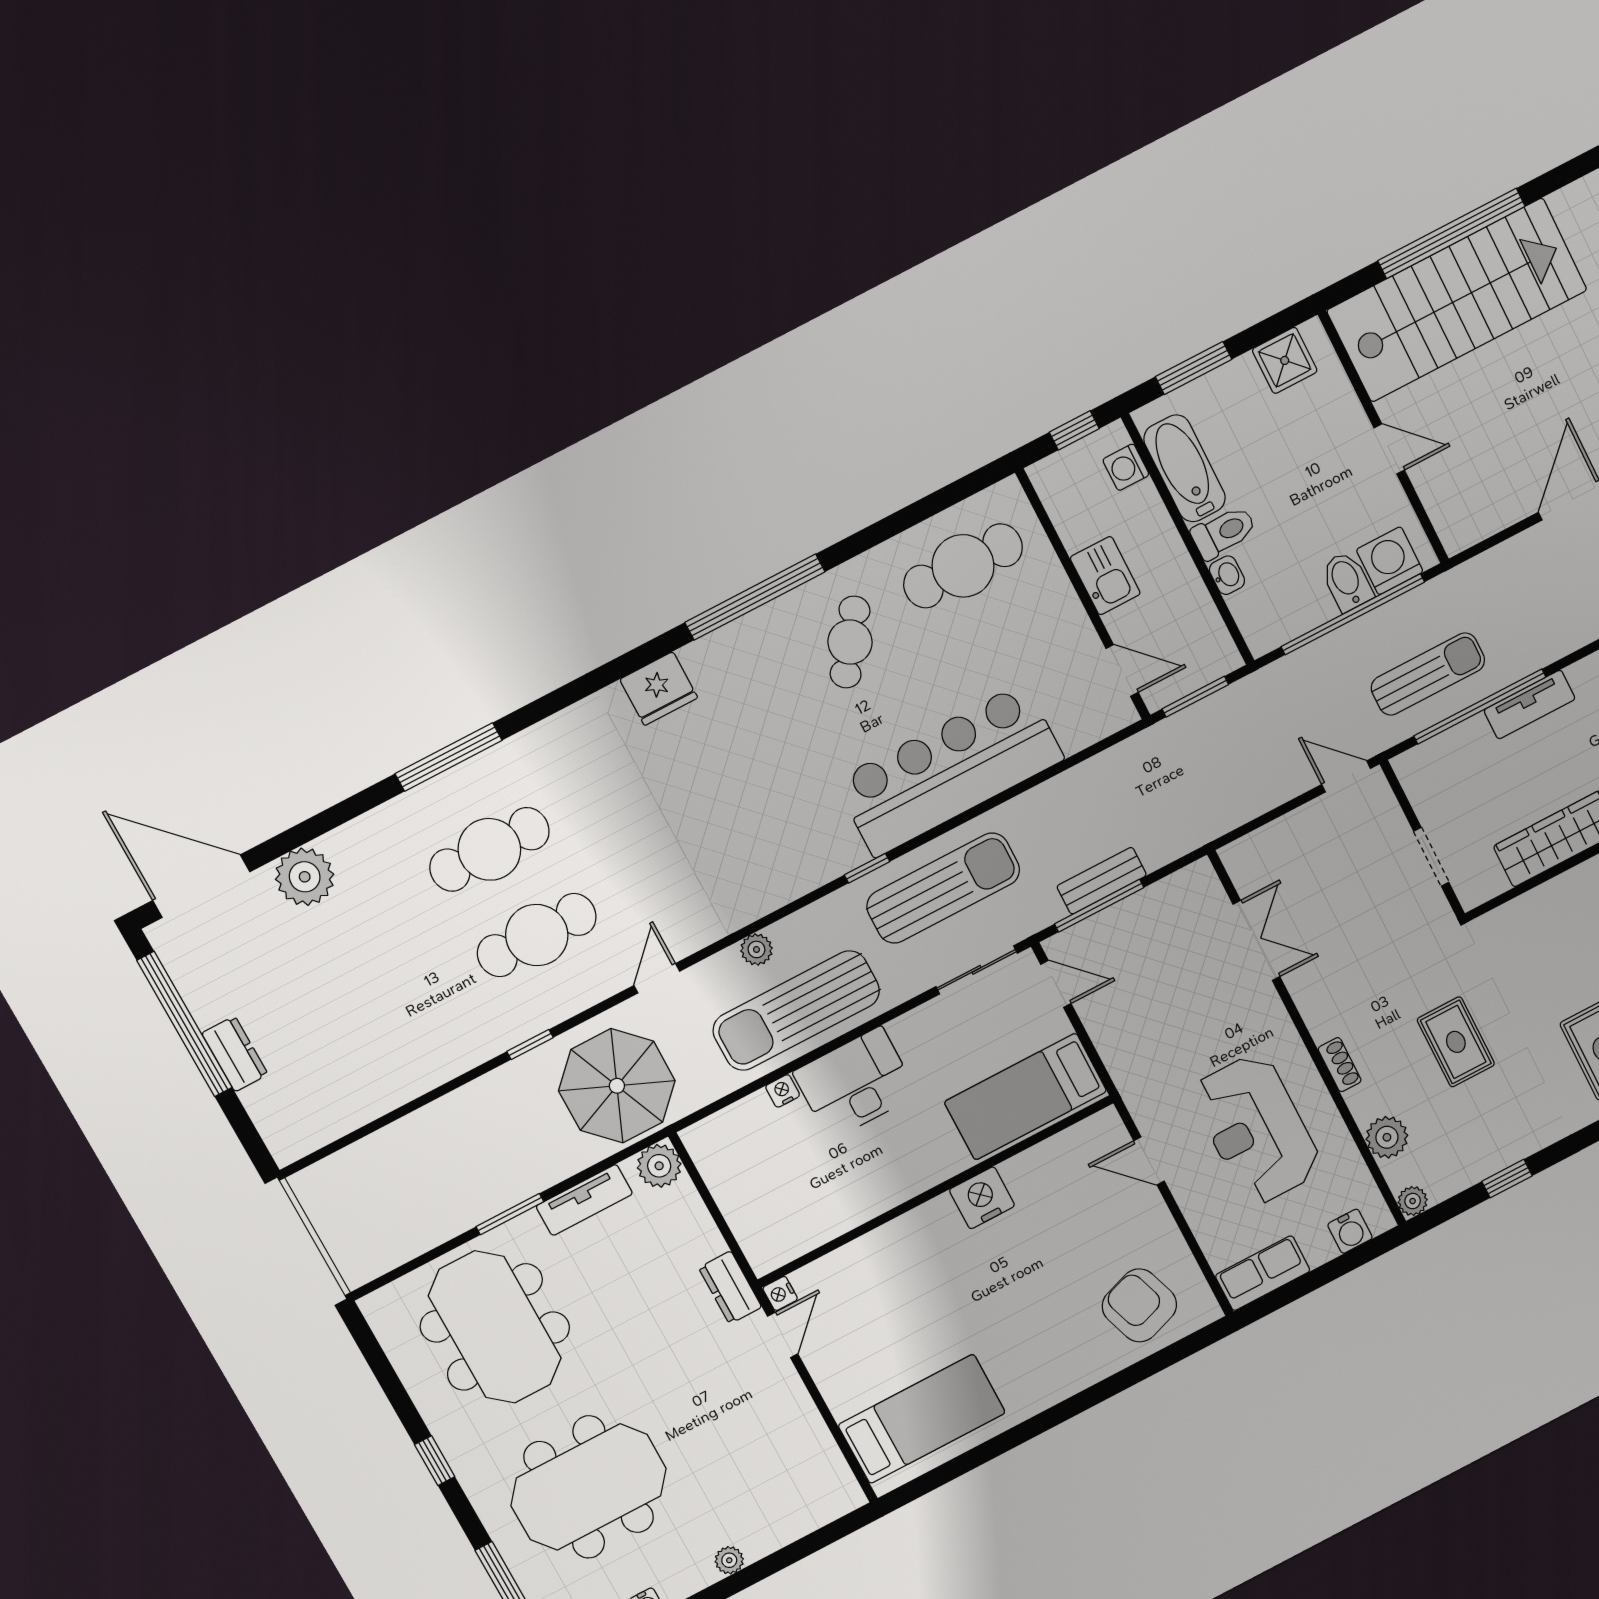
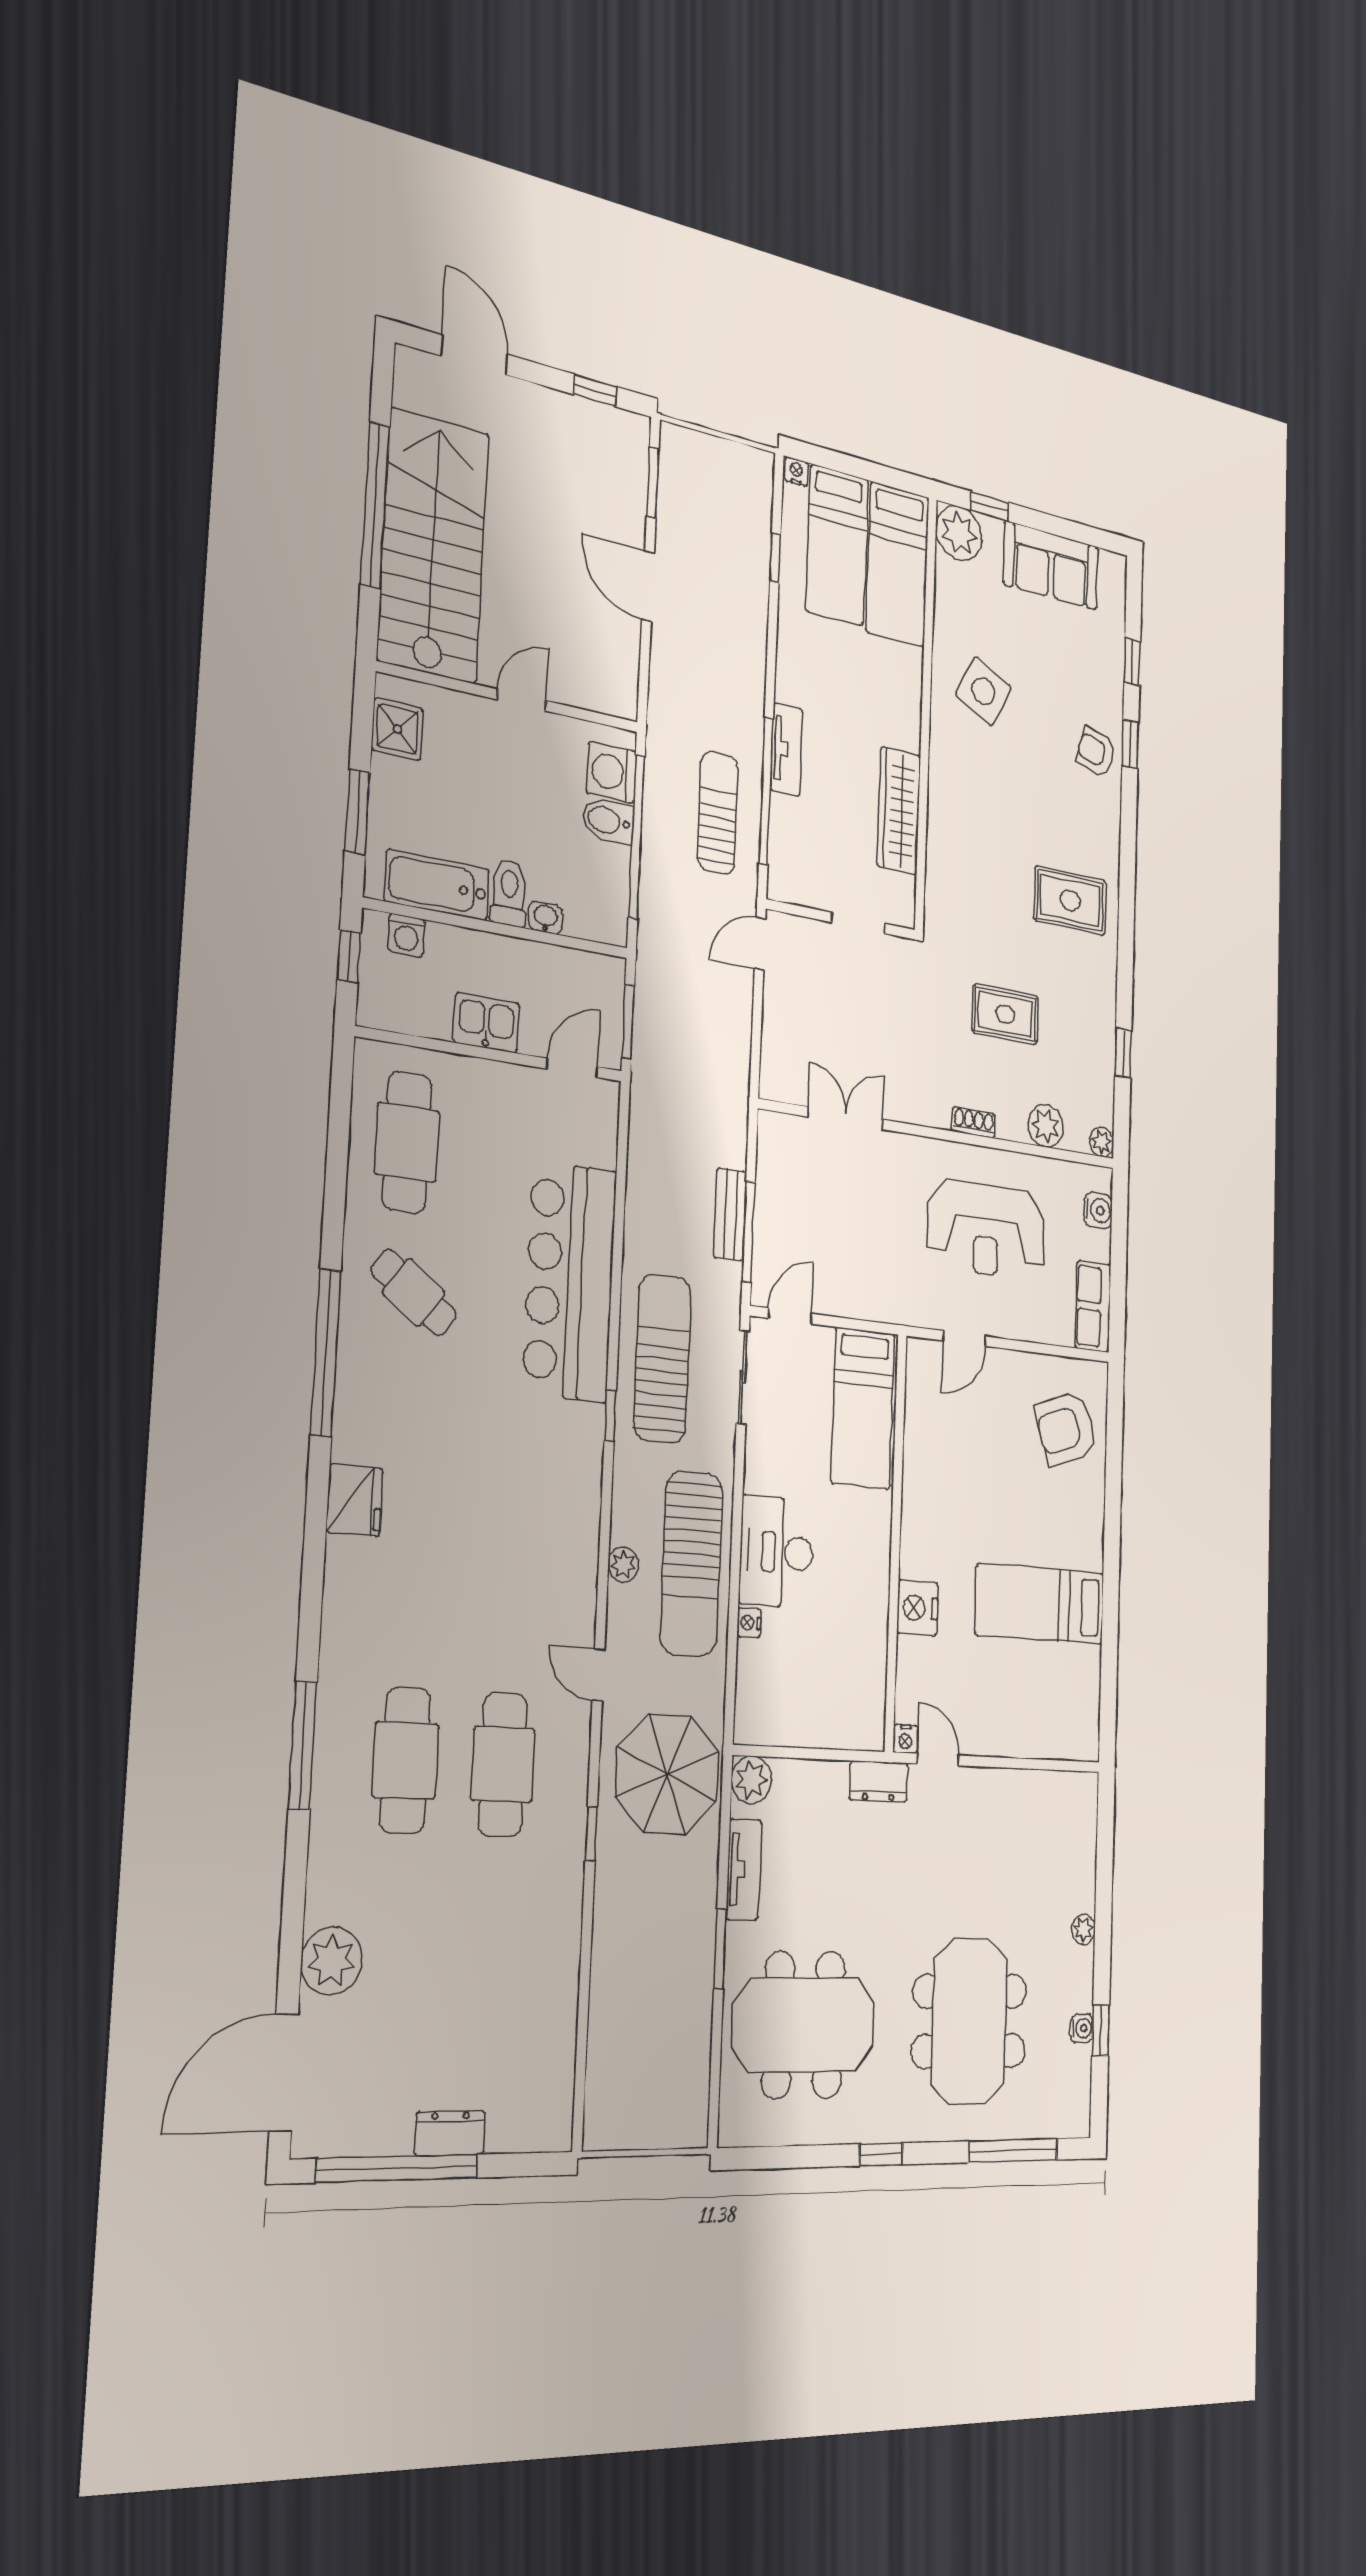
nightstand: (982, 1198) -> (917, 1608), moved
bed: (922, 1419) -> (1040, 1604), moved, turned -90

